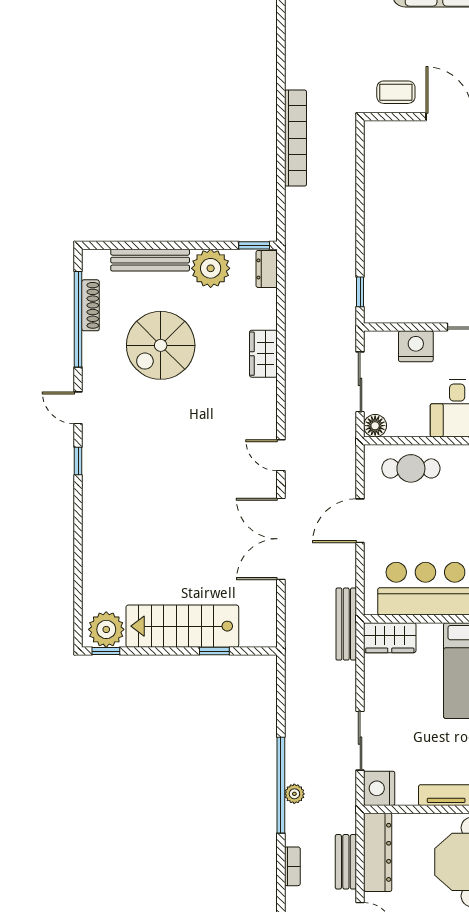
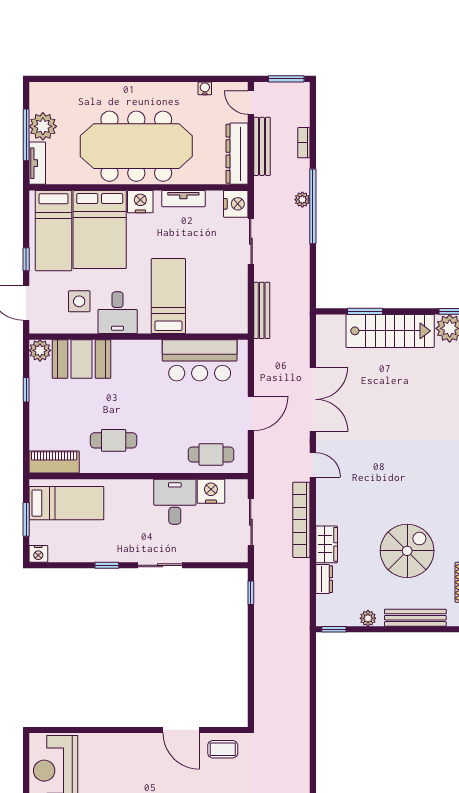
bookcase: (296, 138) -> (301, 520), moved
plant: (211, 268) -> (368, 618), width x0.53, depth x0.53
dresser: (267, 269) -> (324, 579), moved
nightstand: (416, 346) -> (211, 491), moved, turned 180
floor lamp: (375, 426) -> (239, 488), removed
bench: (346, 624) -> (262, 310), moved
wardrobe: (390, 638) -> (228, 322), removed
window: (214, 651) -> (365, 311), width x1.50
bench: (346, 862) -> (262, 146), width x1.36

